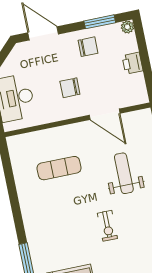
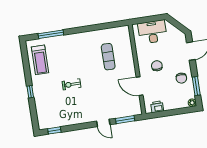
printer: (133, 63) -> (157, 107), moved
door: (105, 114) -> (140, 86), hinge flipped
weight bench: (124, 173) -> (103, 96), removed

